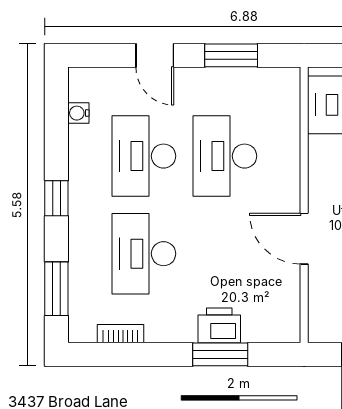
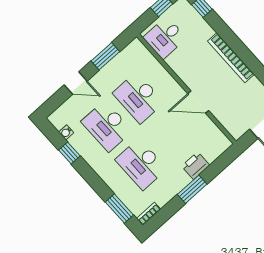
window: (56, 198) -> (69, 153), moved
bookcase: (121, 334) -> (149, 214), moved
window: (220, 354) -> (192, 189), moved

